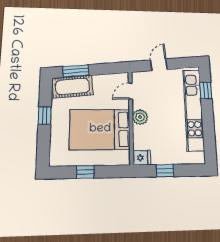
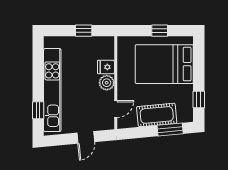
cot: (73, 86) -> (157, 115), moved
window: (45, 115) -> (199, 100), moved
bed: (100, 129) -> (164, 64), moved, turned 180
fridge: (142, 158) -> (106, 67), moved

